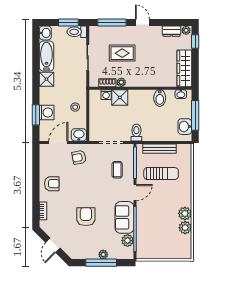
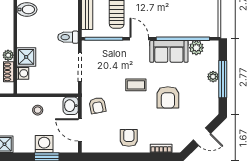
coffee table: (117, 170) -> (136, 85), moved
armchair: (86, 217) -> (168, 97), turned -90

